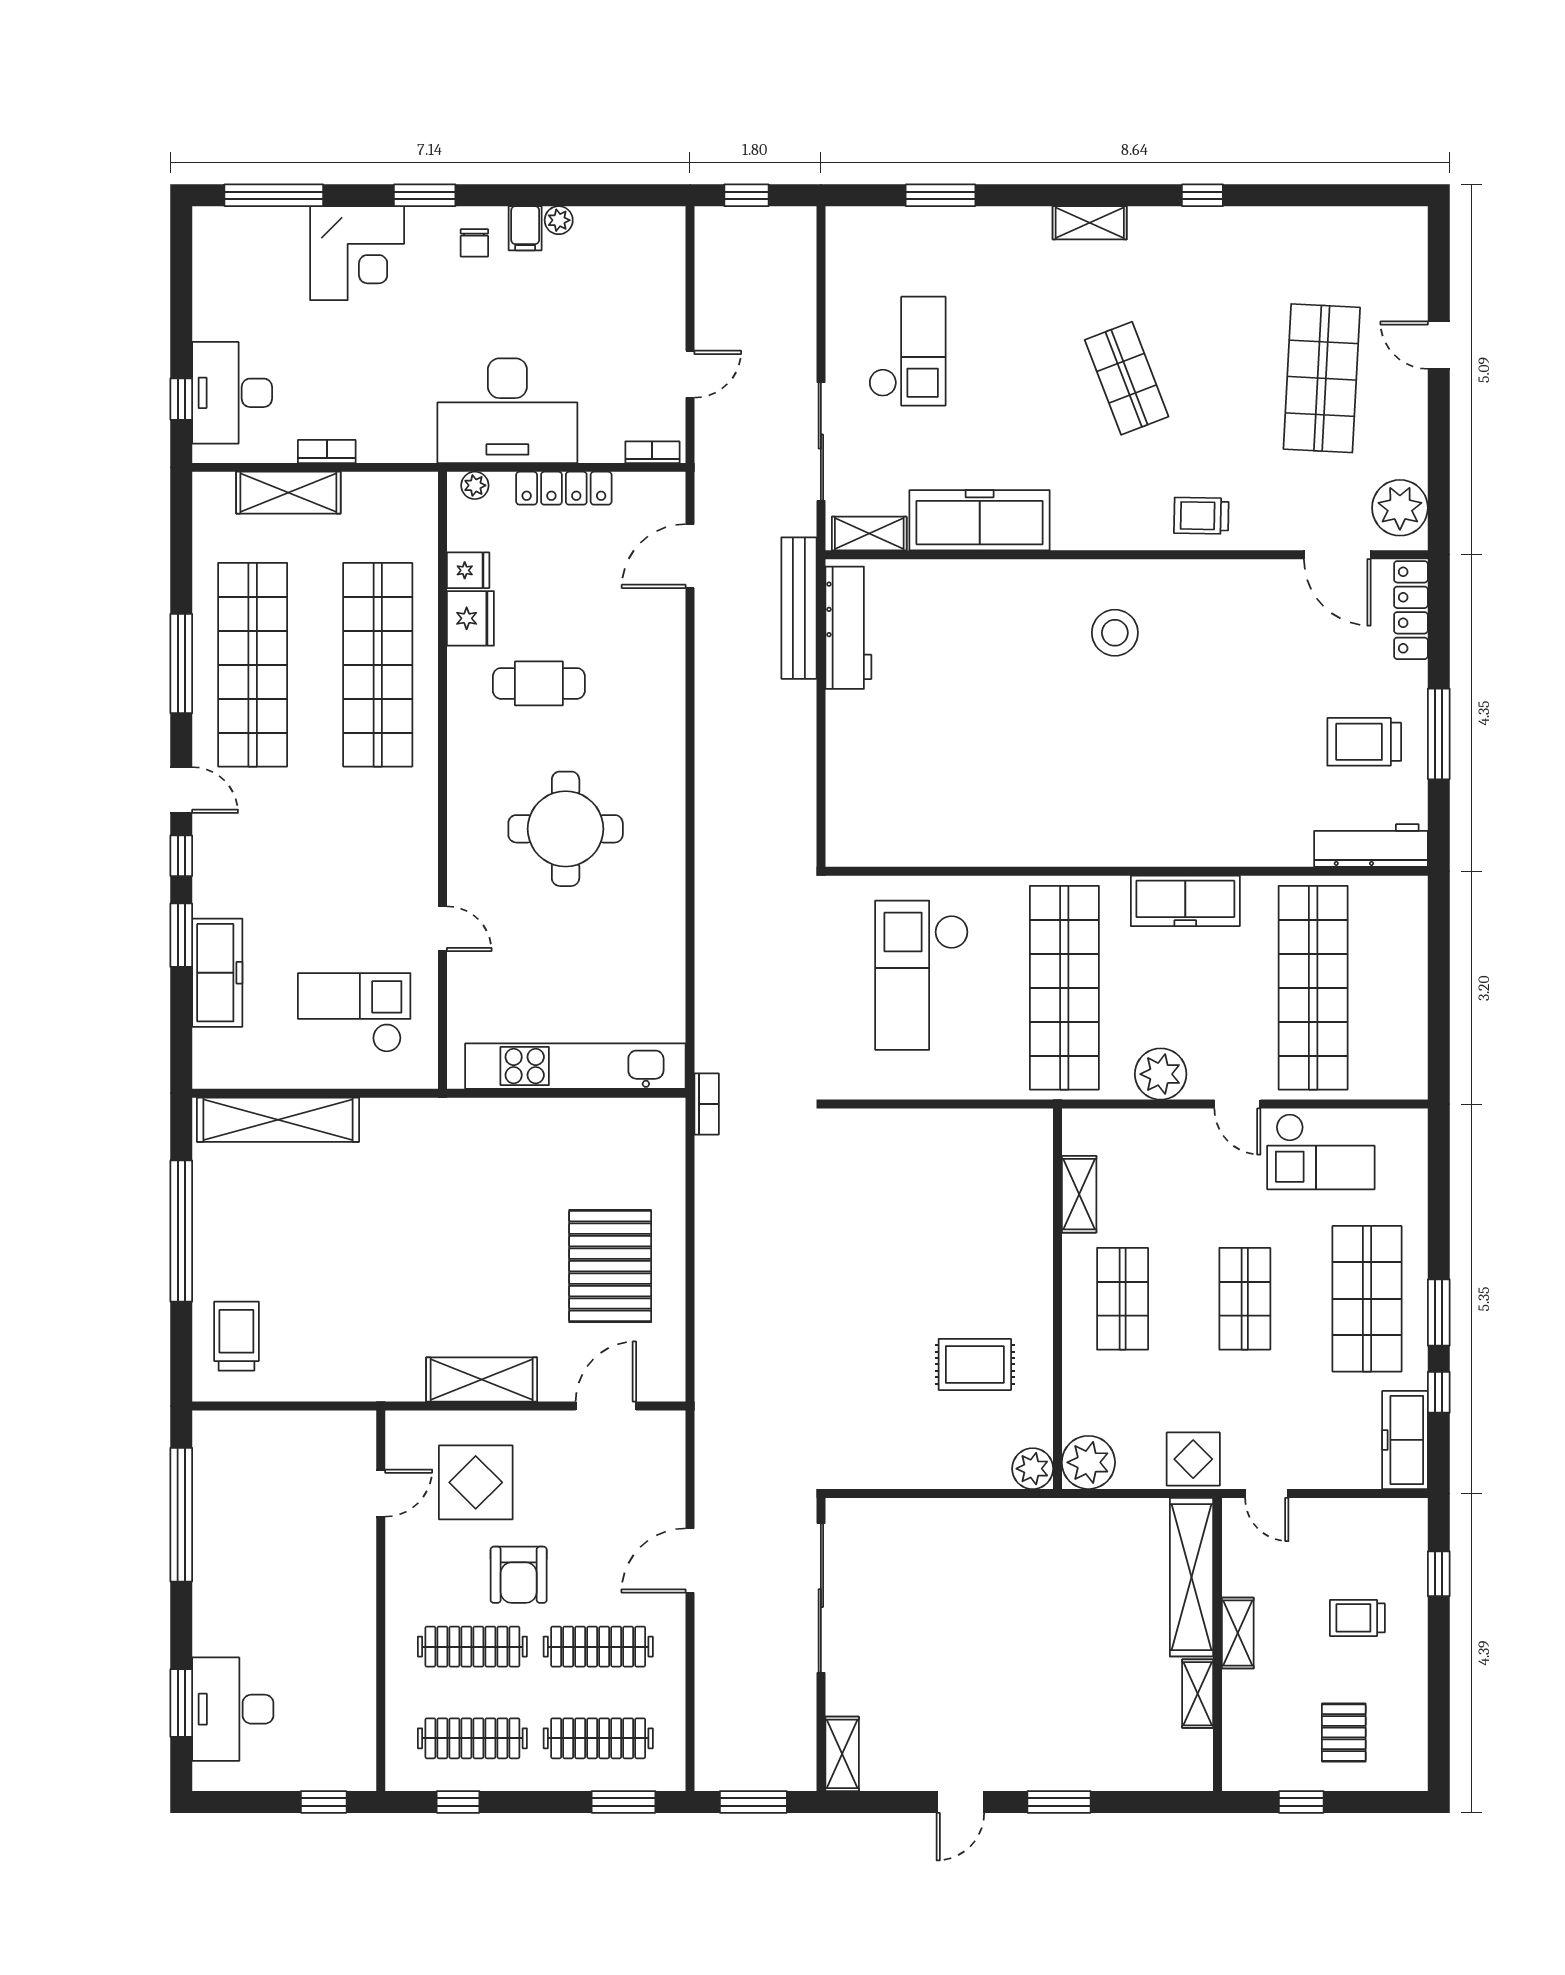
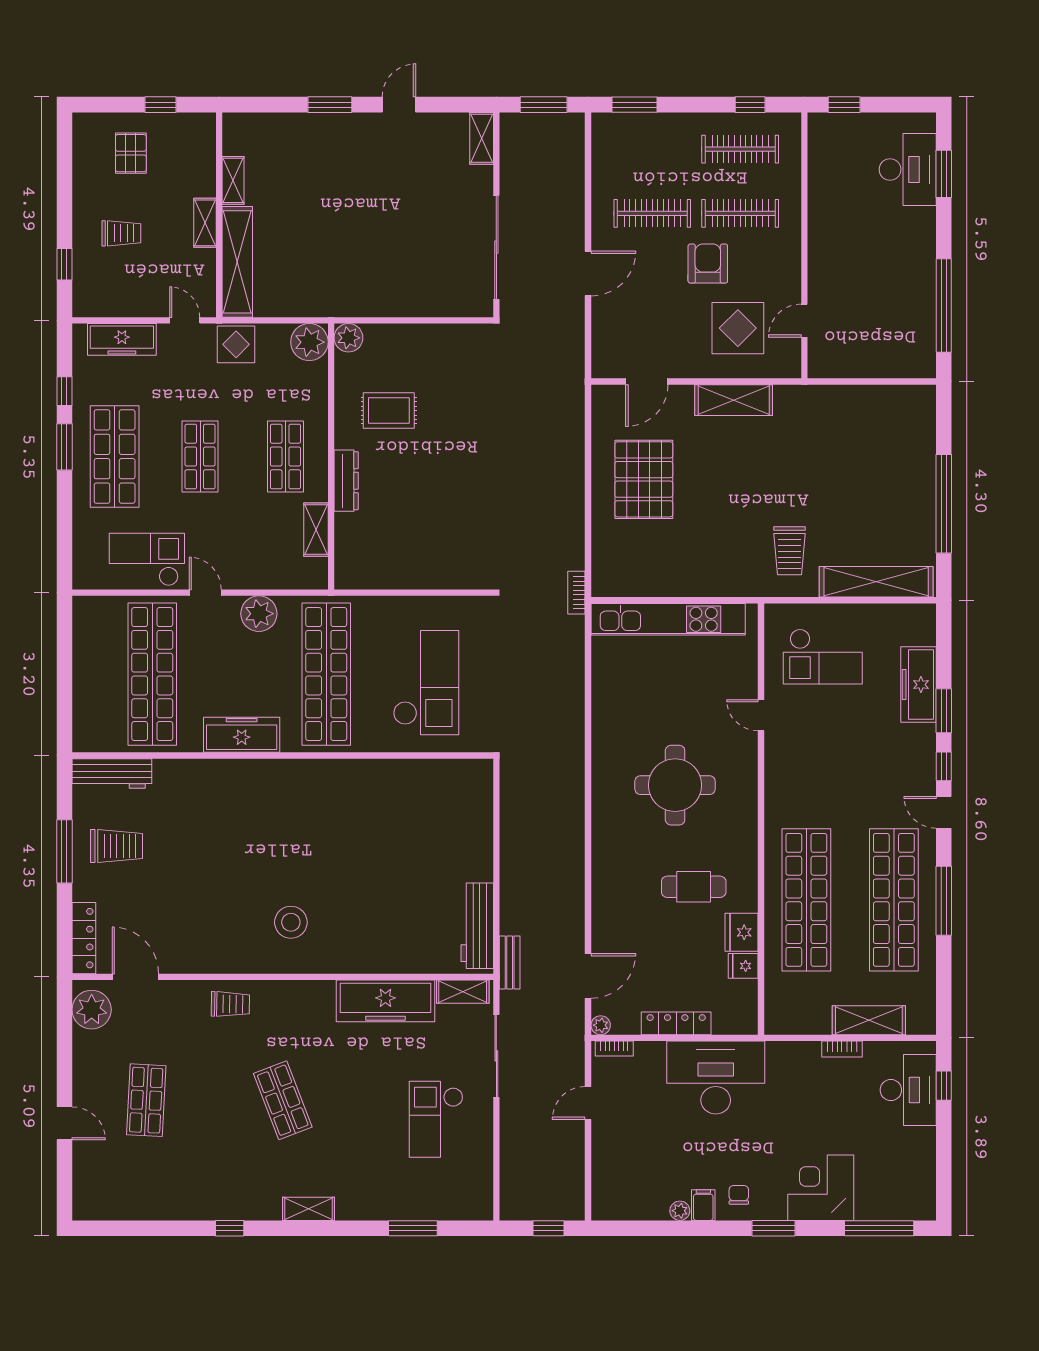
shop shelf: (1322, 378) -> (146, 1100), width x0.70, depth x0.74
plant: (475, 485) -> (601, 1025), moved
bench: (799, 608) -> (510, 962), width x0.54, depth x0.82
dresser: (1036, 1264) -> (346, 481), added
trolley: (236, 1336) -> (789, 551), moved
freezer: (1405, 1440) -> (122, 339), moved, turned 90
clothes rail: (598, 1738) -> (652, 149), removed

